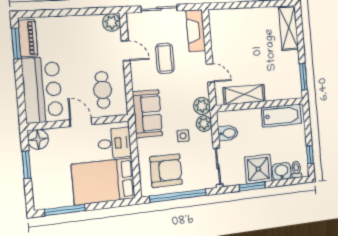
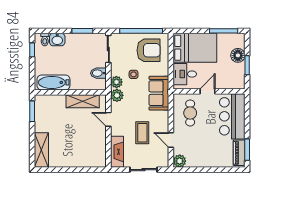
door: (81, 122) -> (207, 91), swing flipped
floor lamp: (38, 139) -> (238, 55), moved
shower: (258, 169) -> (76, 43), removed
armchair: (166, 171) -> (149, 50), turned 180

